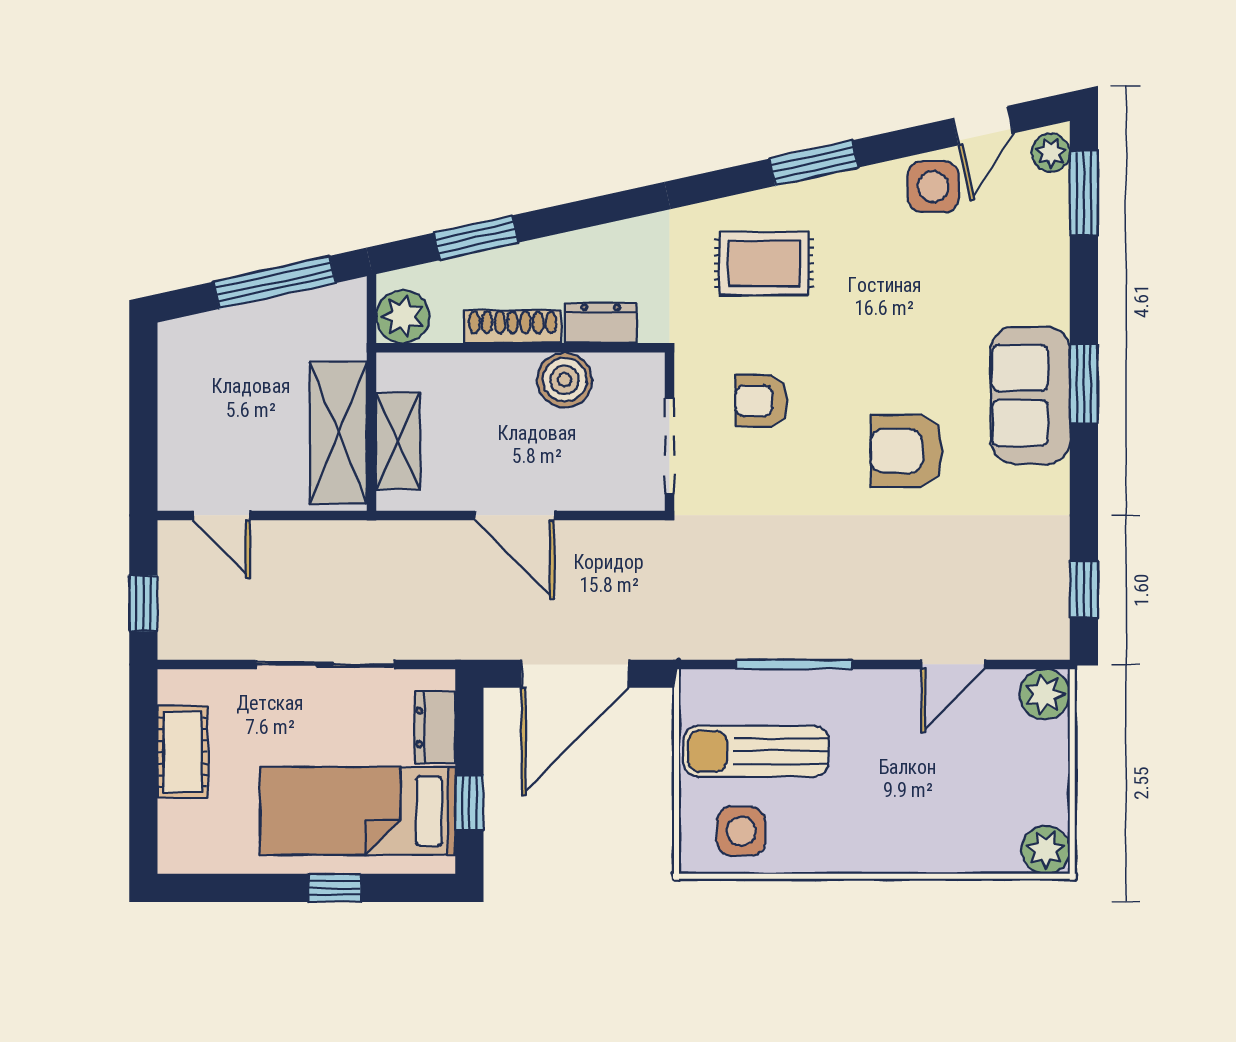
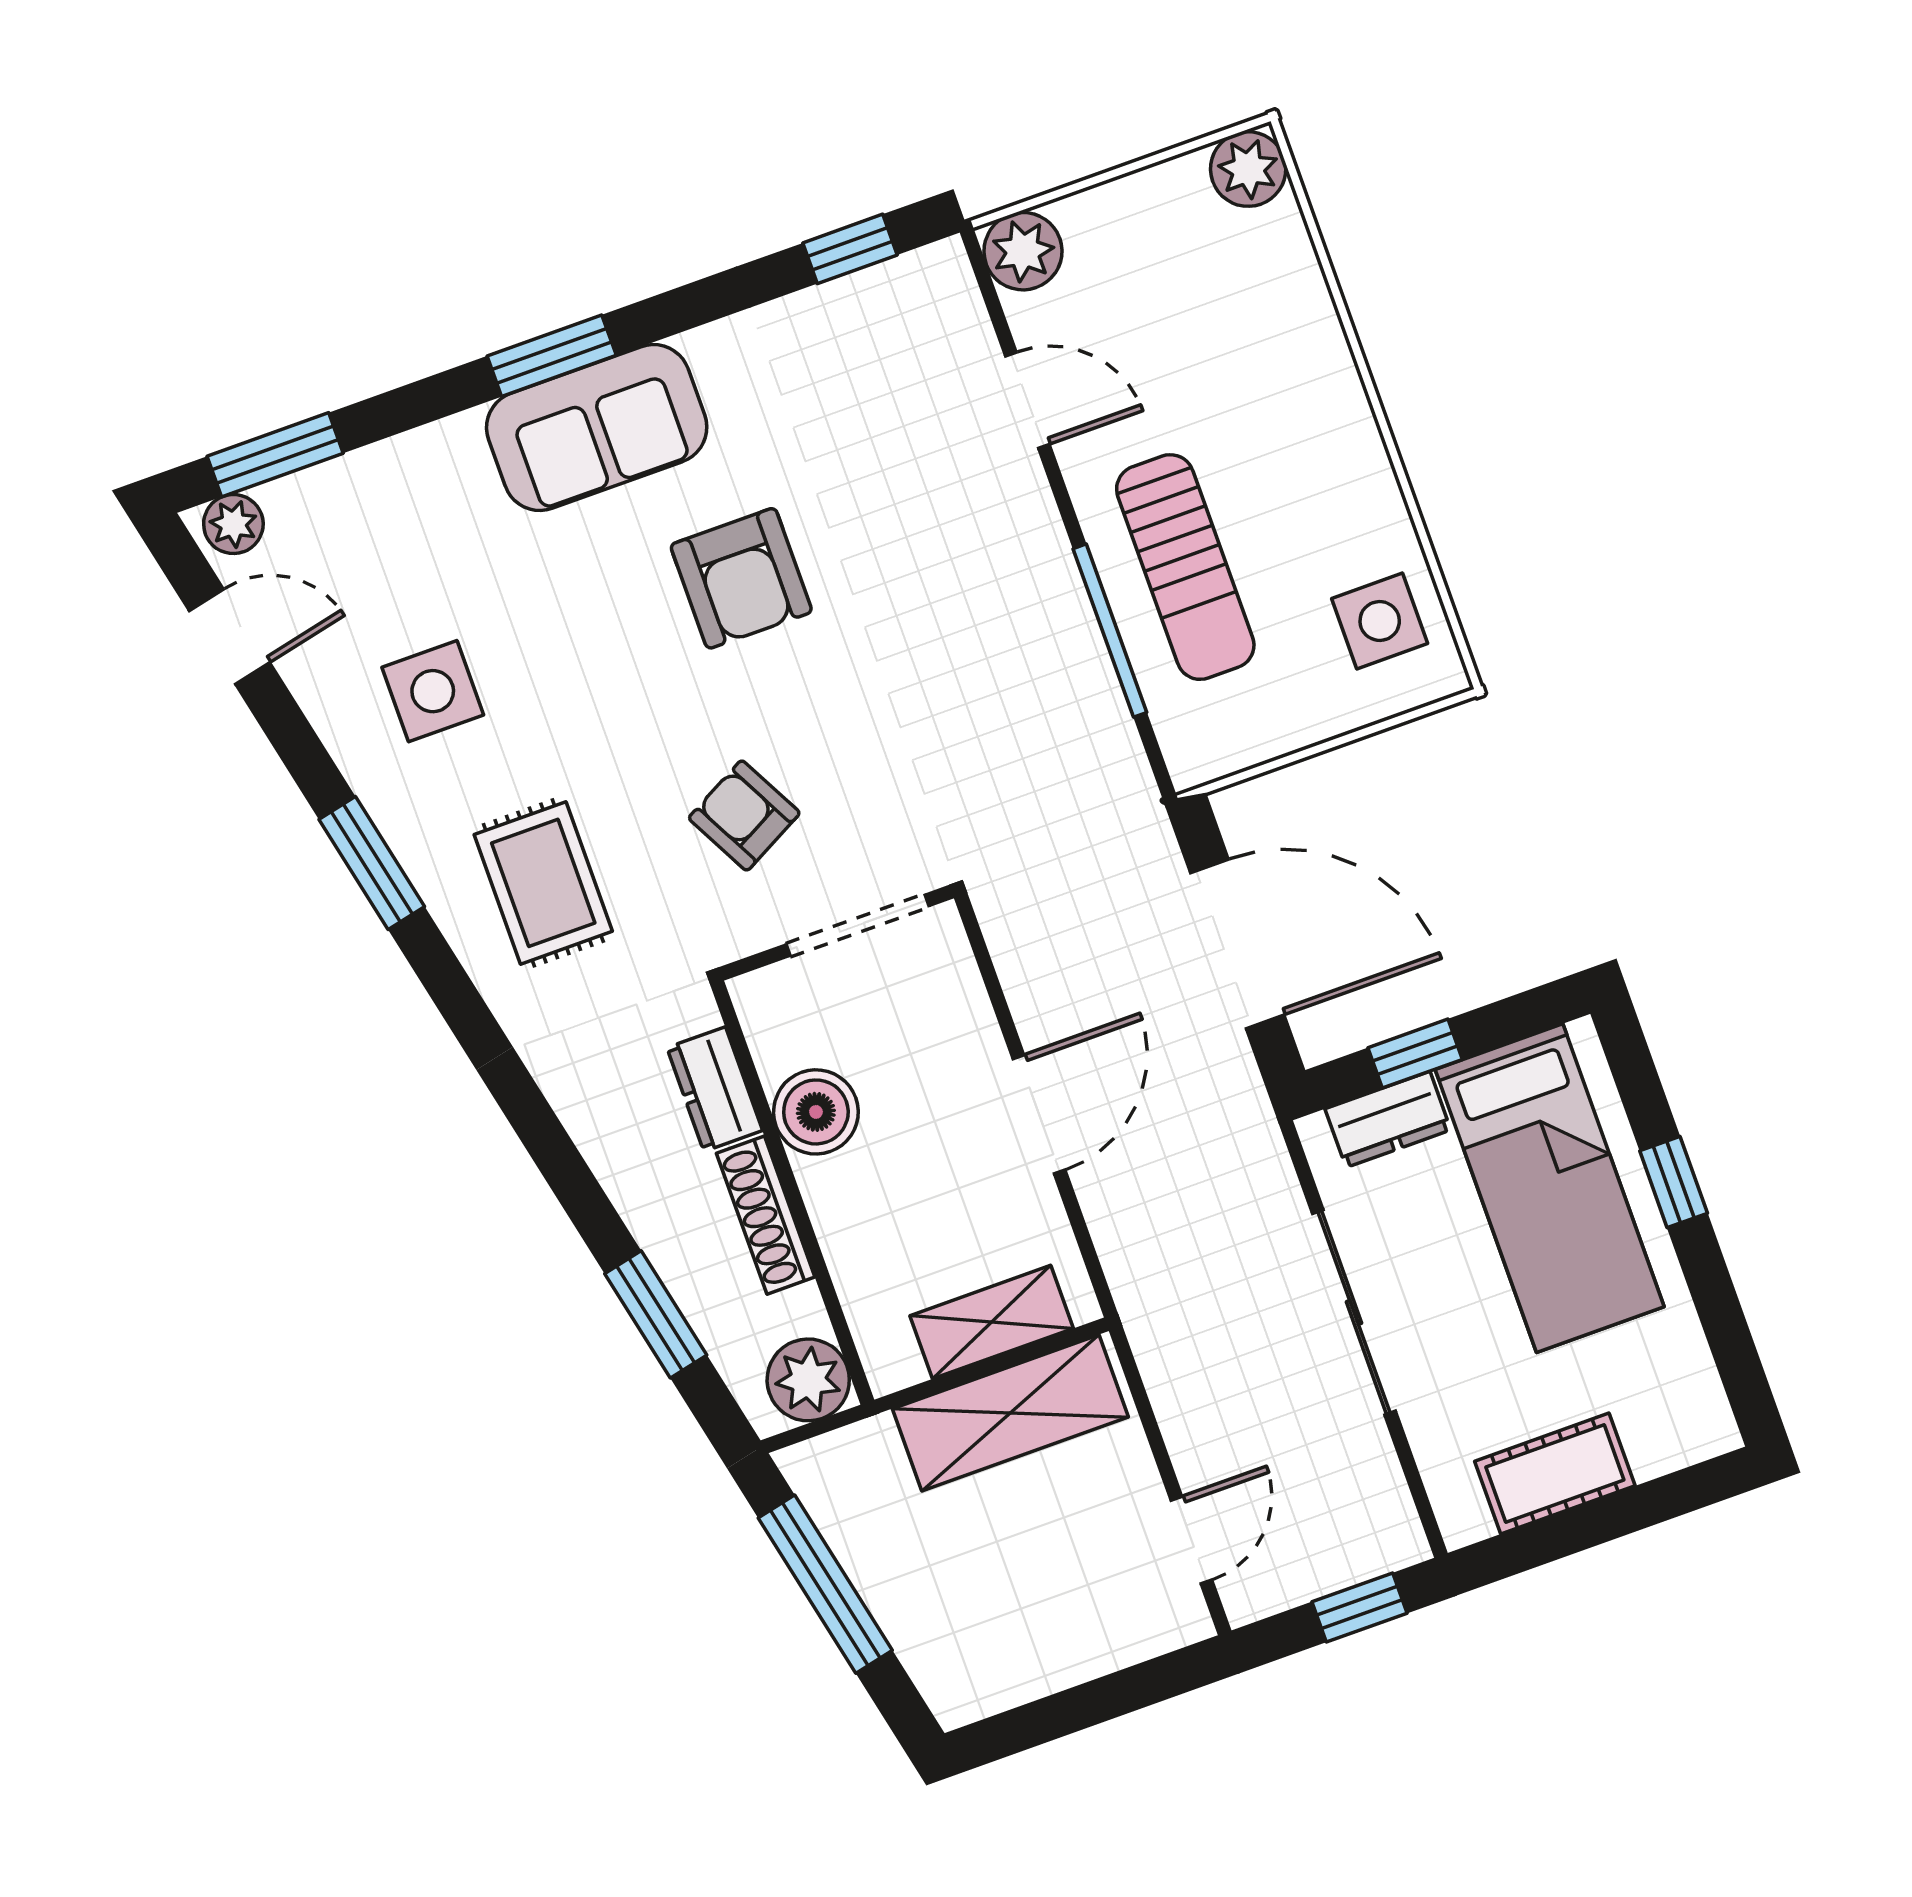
side table: (933, 187) -> (433, 691), moved
armchair: (761, 401) -> (744, 815), turned 152
sun lounger: (756, 751) -> (1185, 567), moved
window: (469, 803) -> (1415, 1054), moved

